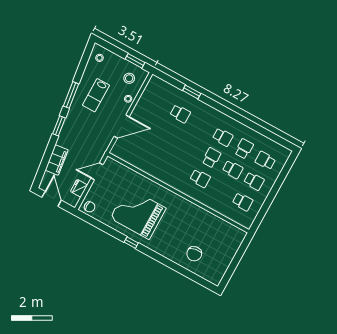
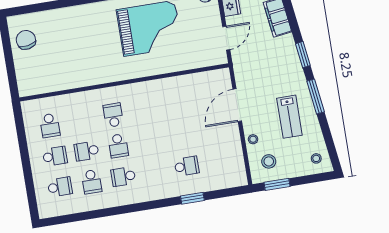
lab bench: (96, 95) -> (289, 117), turned 180
school desk: (180, 114) -> (187, 166), turned 180
school desk: (200, 178) -> (113, 115), turned 90
school desk: (254, 181) -> (55, 156), turned 180
school desk: (243, 202) -> (50, 125), turned -90
chair: (194, 254) -> (26, 40), moved

